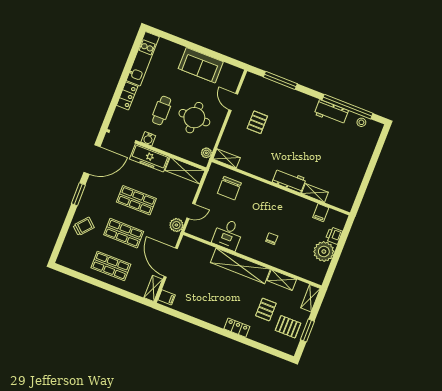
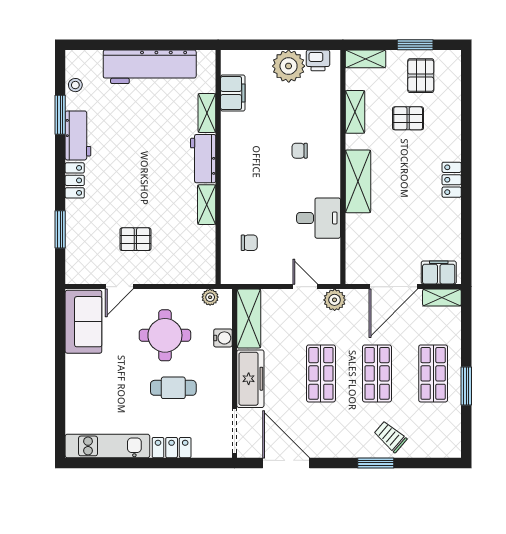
sofa: (201, 65) -> (83, 322), moved
window: (280, 80) -> (60, 229), width x0.69
locker: (306, 100) -> (75, 180), added
window: (347, 107) -> (60, 115), width x0.47
water cooler: (148, 139) -> (223, 338), moved
shelving: (227, 158) -> (207, 205), moved
workbench: (355, 170) -> (150, 67), added
chair: (229, 188) -> (249, 243), width x0.54, depth x0.54
window: (78, 194) -> (376, 463), moved
filing cabinet: (321, 213) -> (233, 93), width x2.00
printer: (334, 236) -> (318, 60), moved
shelving: (240, 266) -> (358, 181), width x0.68
window: (96, 282) -> (466, 386), added
filing cabinet: (167, 297) -> (439, 272), width x2.00
locker: (237, 328) -> (452, 180), moved

